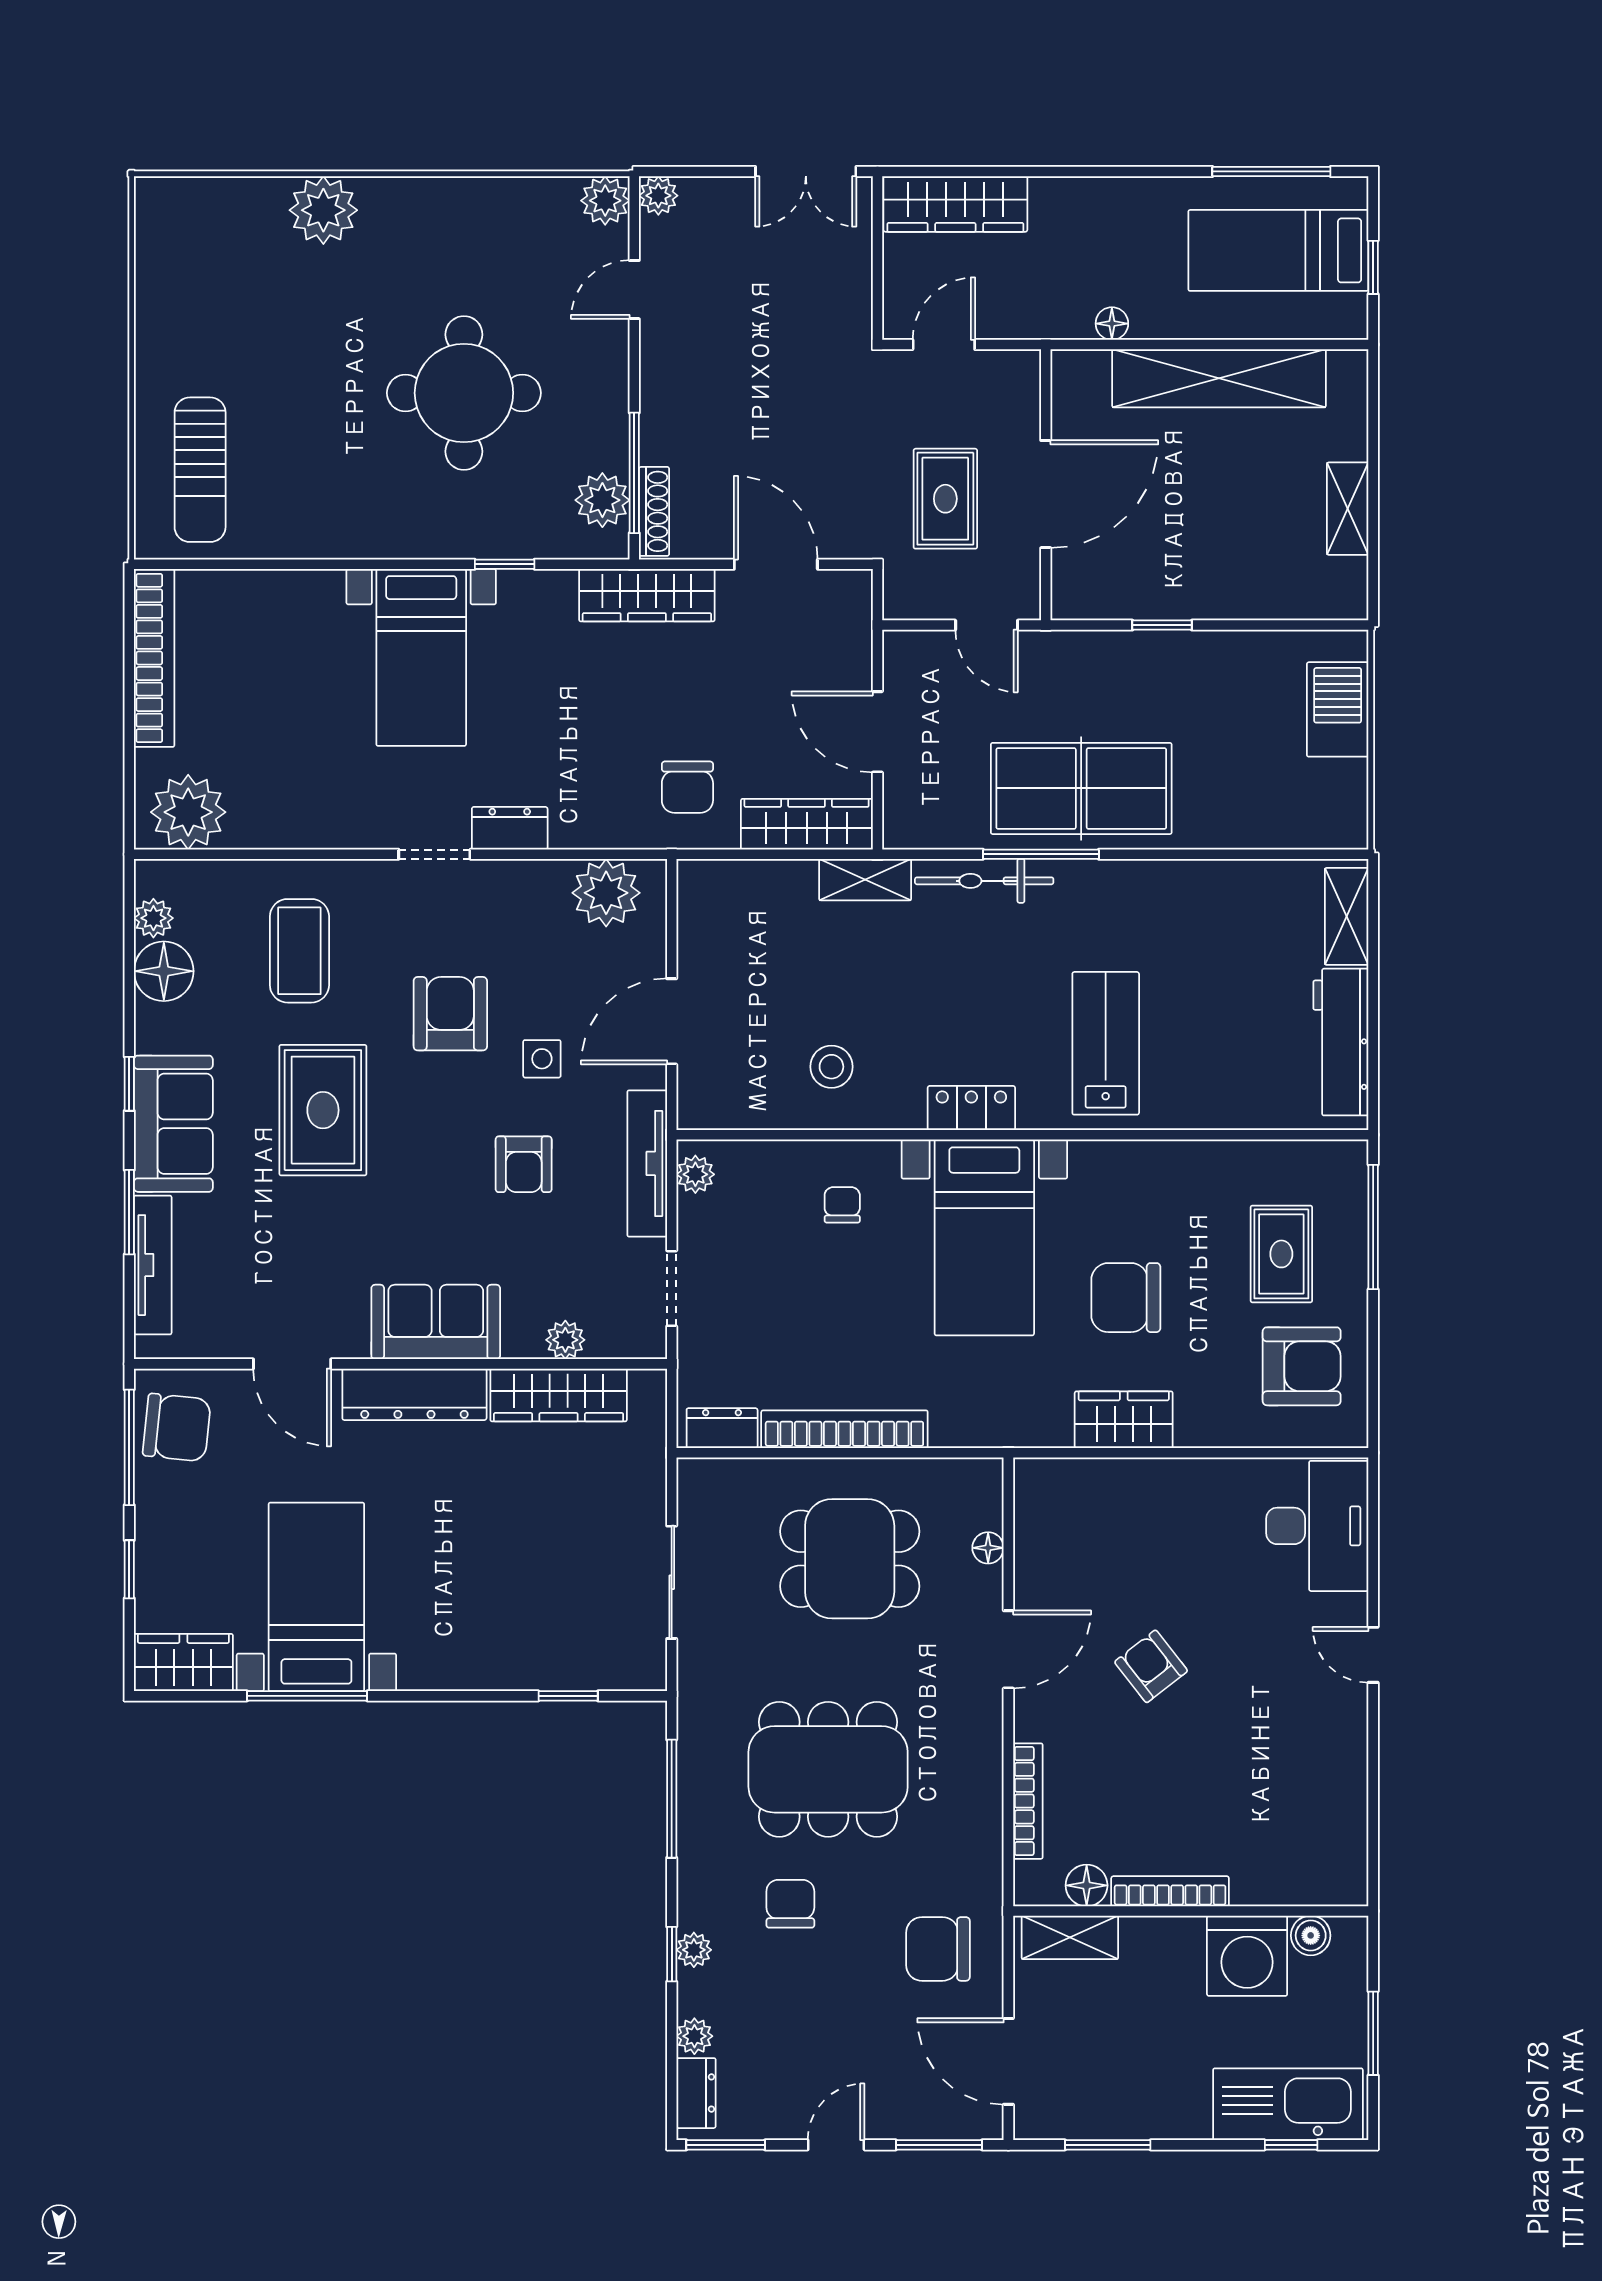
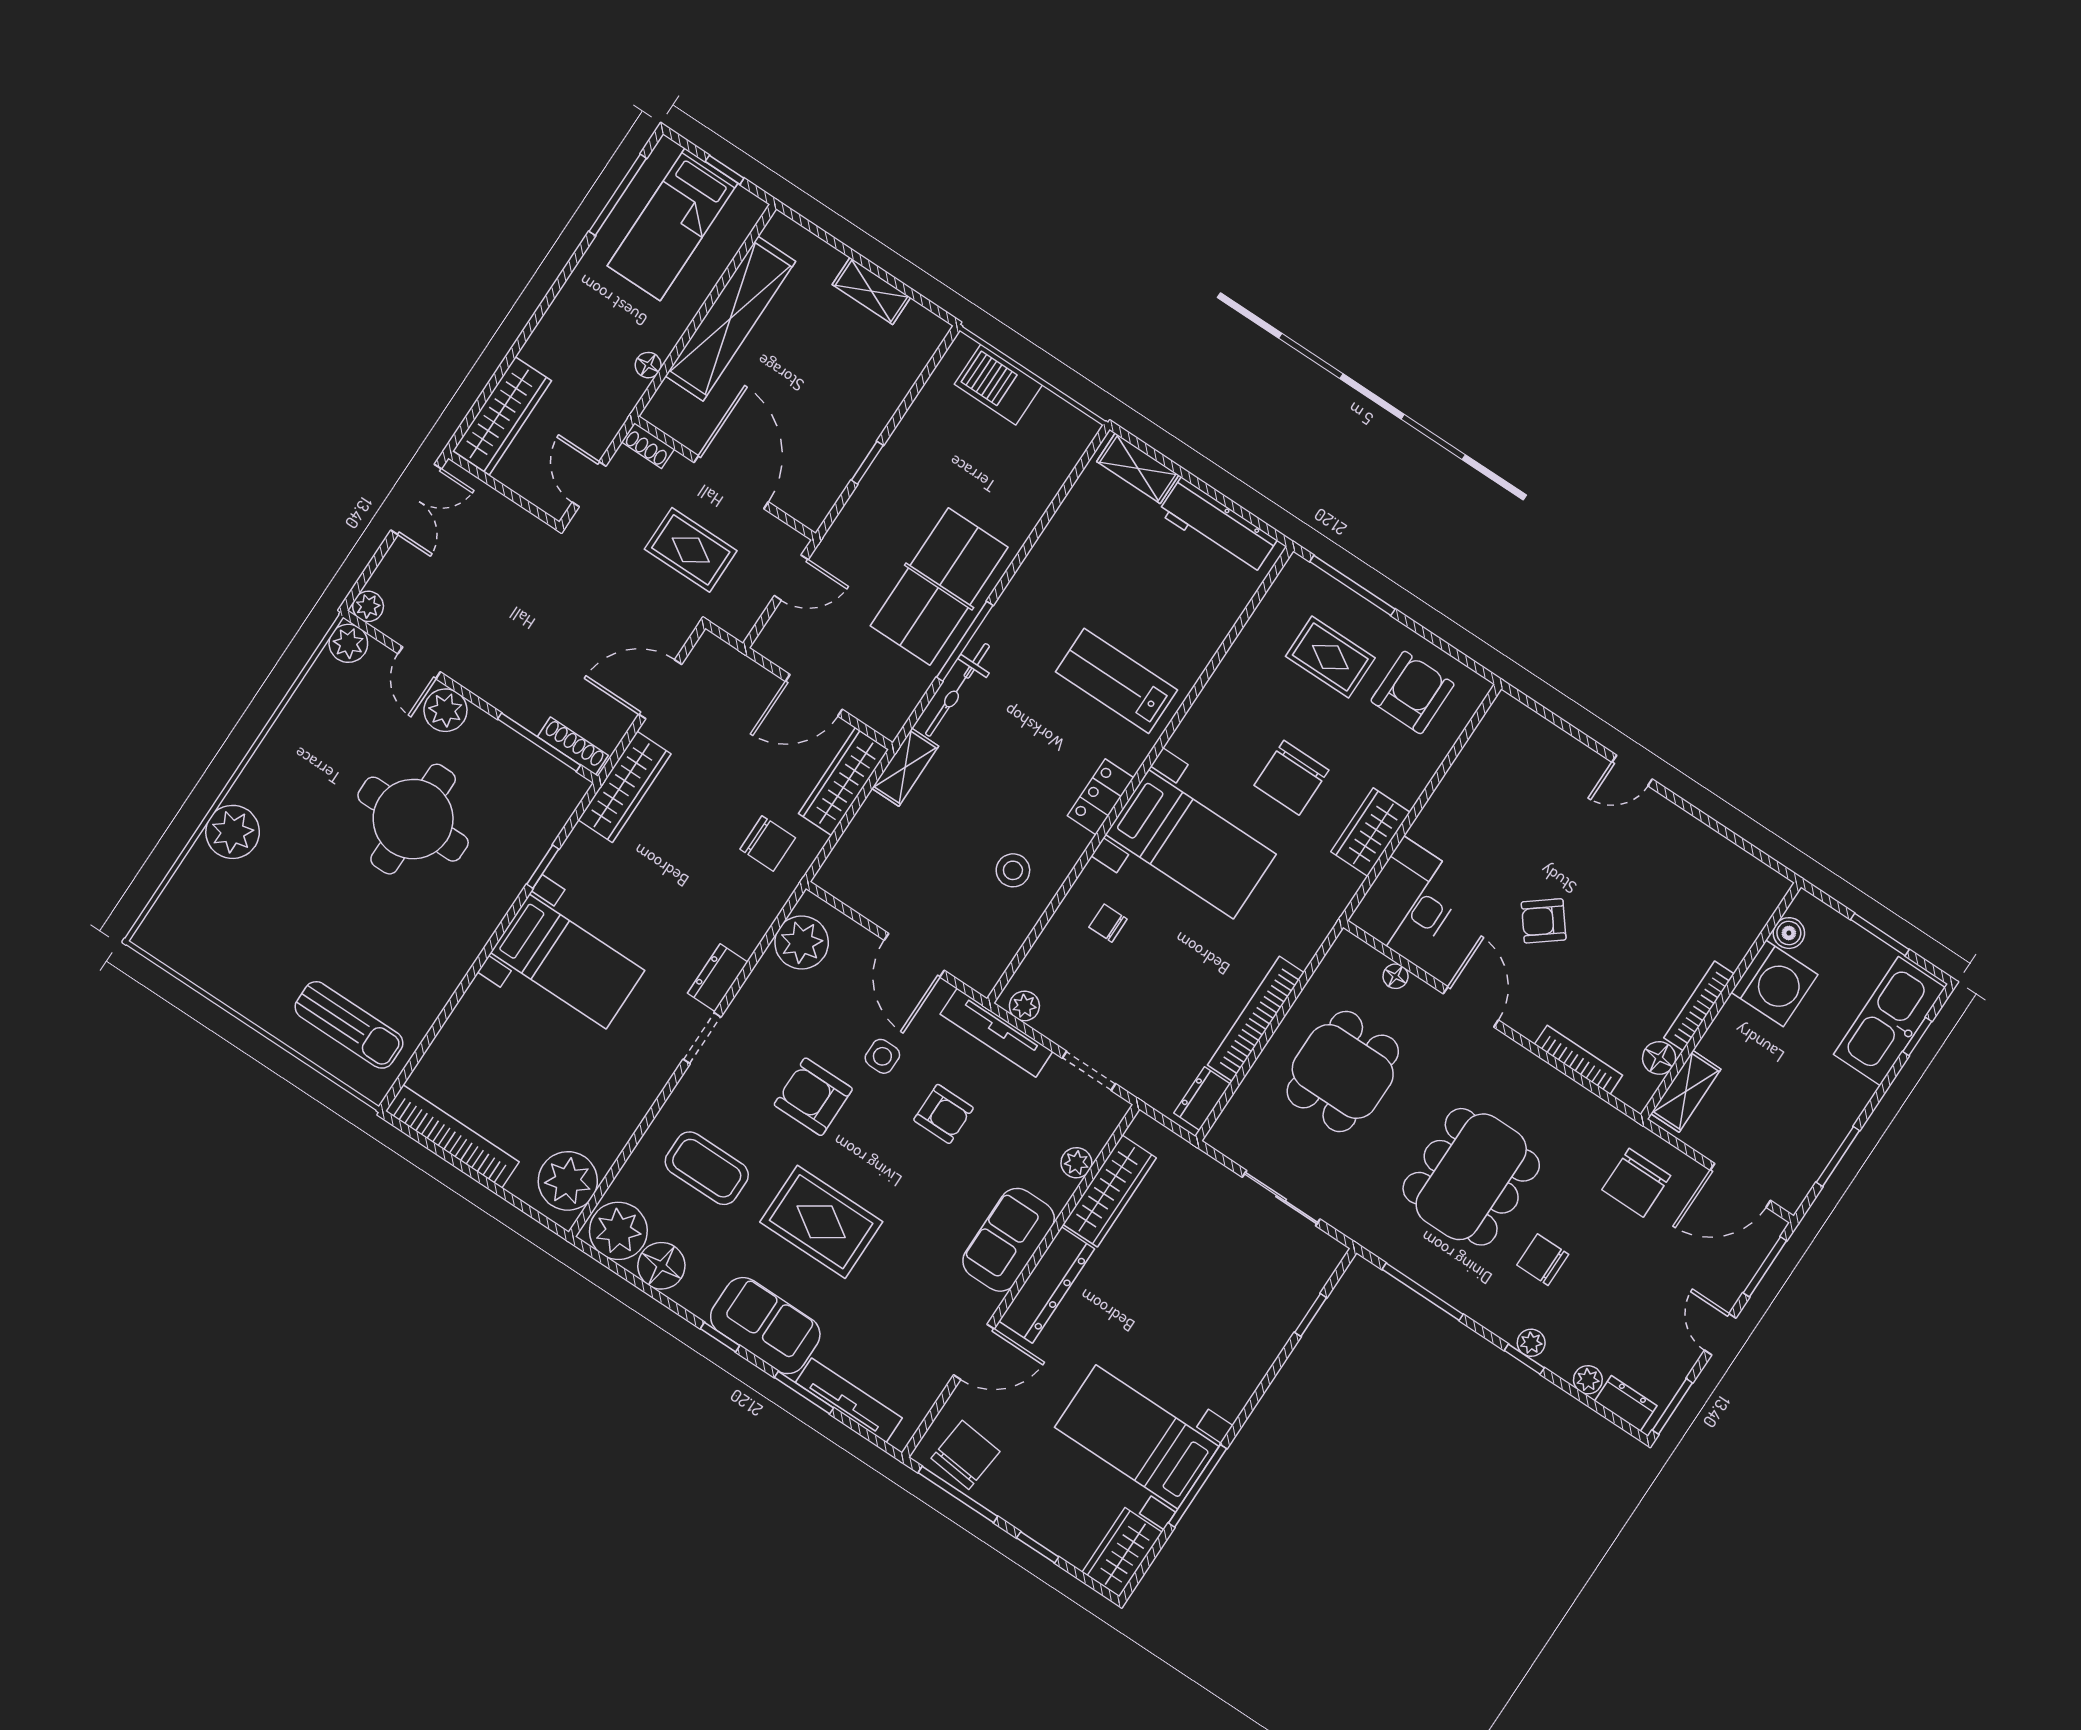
shoe rack: (1026, 380) -> (648, 446), added
plant: (602, 500) -> (445, 710), moved
plant: (153, 918) -> (618, 1231), width x1.88, depth x1.88
desk: (1317, 1526) -> (1409, 900), moved, turned -90

